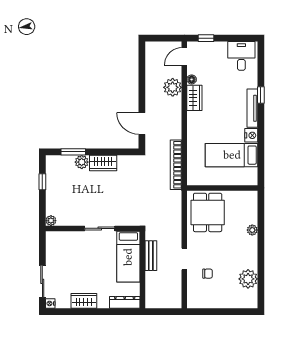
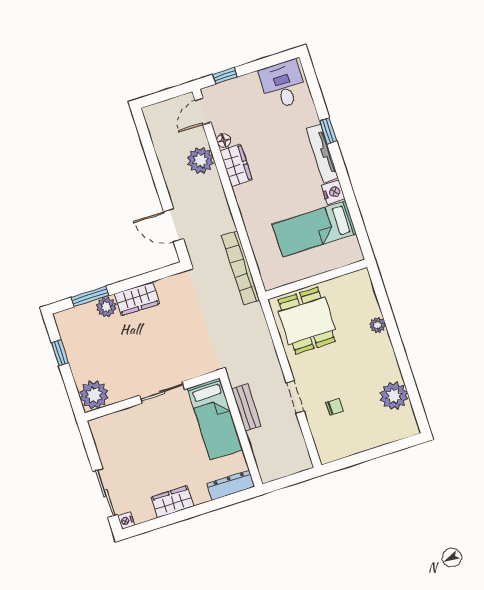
plant: (51, 221) -> (94, 395), width x1.87, depth x1.87

